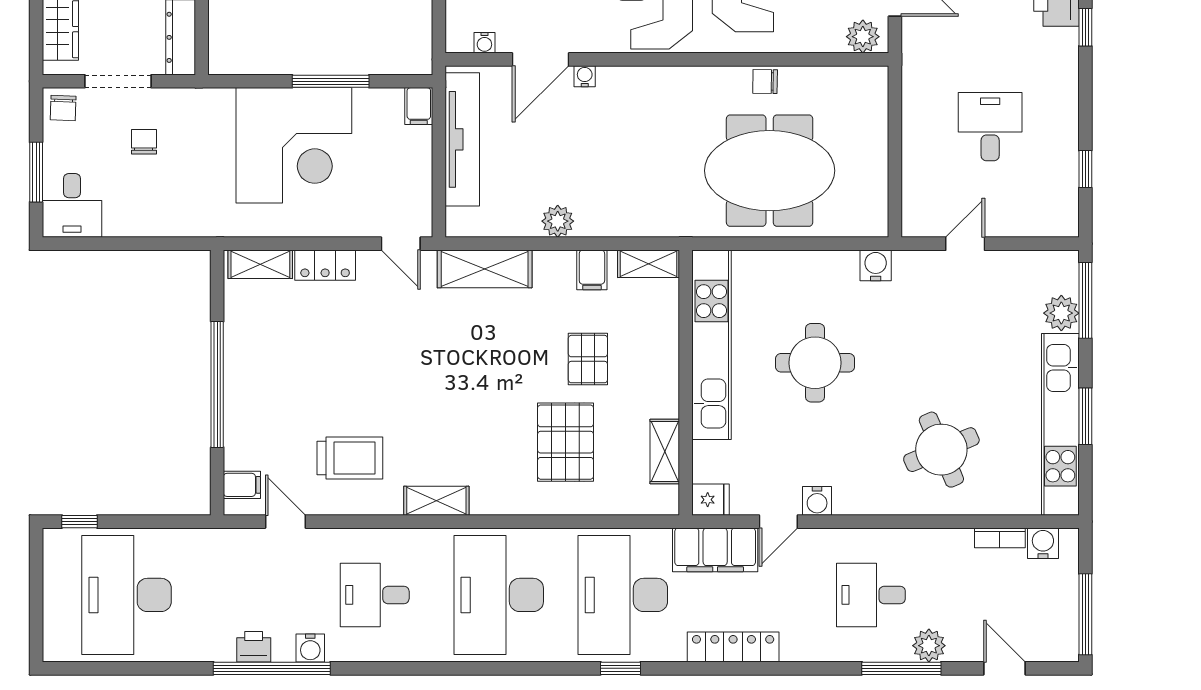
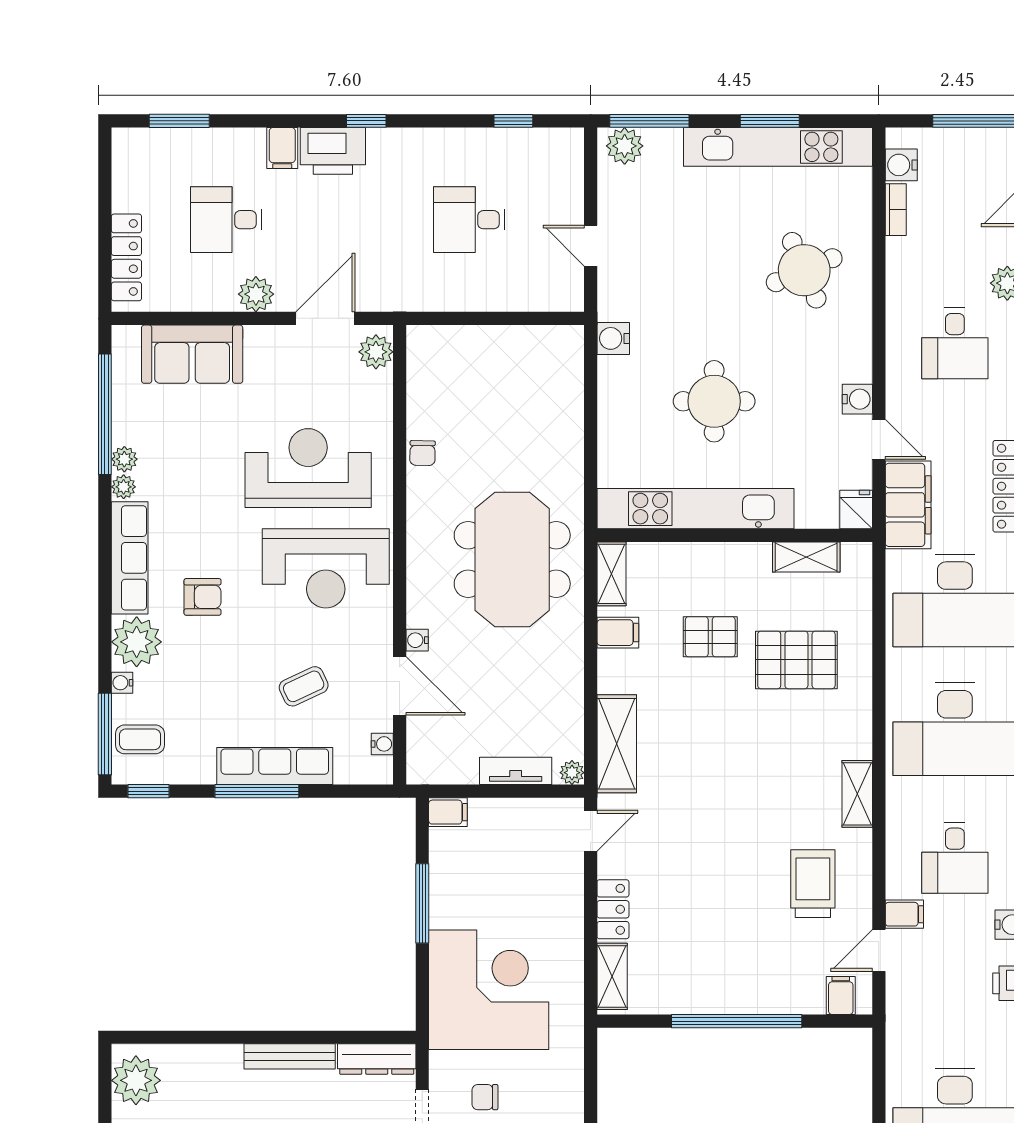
tv unit: (462, 139) -> (516, 771), width x0.52, depth x0.78
corner desk: (294, 145) -> (489, 990), moved
meeting table: (770, 171) -> (512, 559), moved
plant: (558, 221) -> (572, 773), moved, width x0.73, depth x0.73
plant: (1061, 313) -> (625, 146), moved
filing cabinet: (320, 546) -> (904, 914), added

